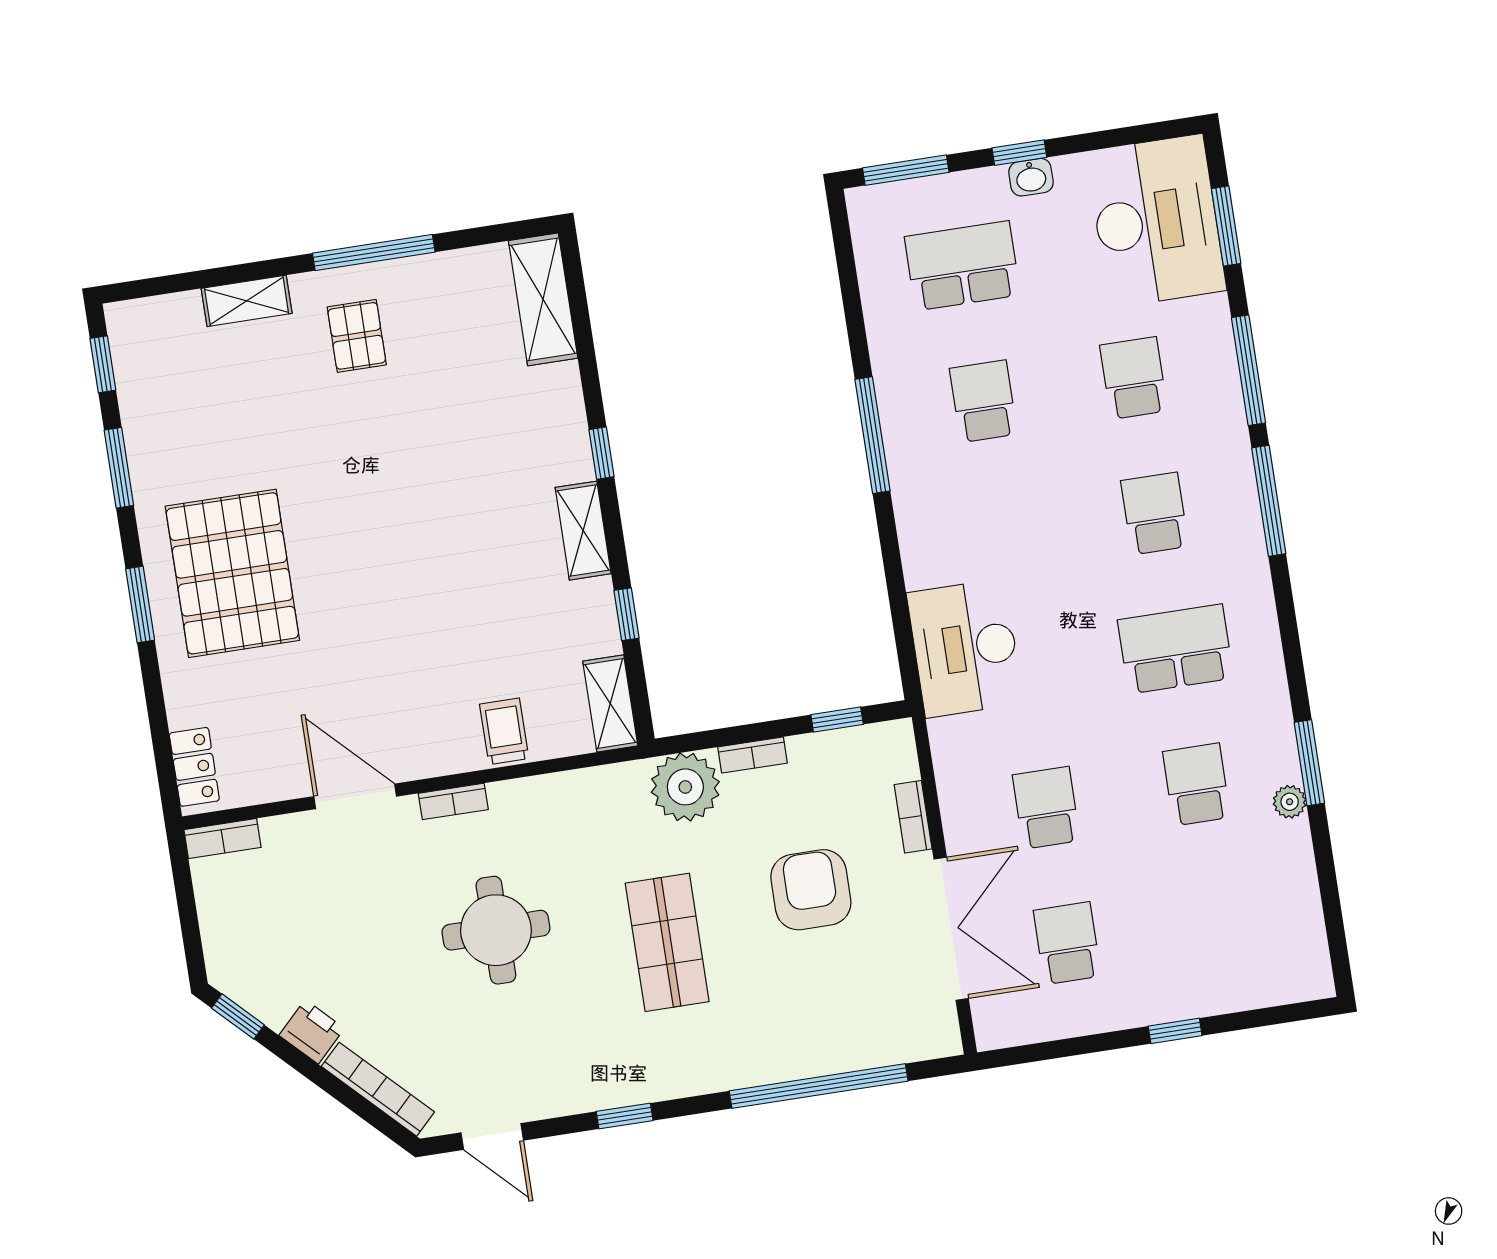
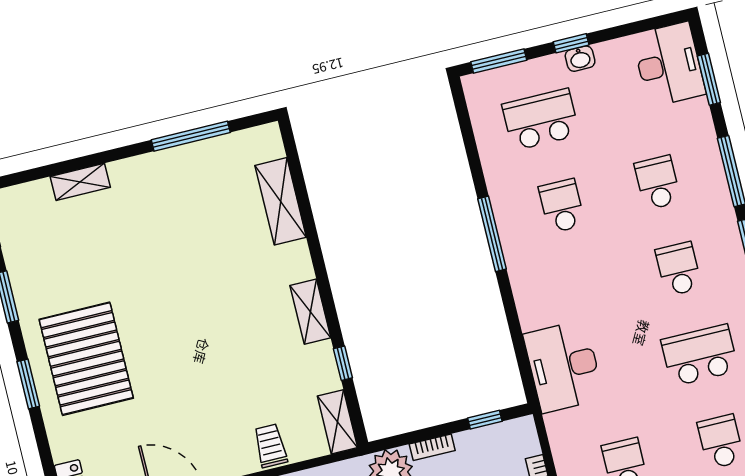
desk: (1156, 221) -> (669, 64), width x0.73, depth x0.77
window: (374, 253) -> (191, 136), moved
shelving: (543, 299) -> (281, 201), moved
pallet: (357, 336) -> (153, 198), removed
window: (601, 453) -> (318, 261), removed

